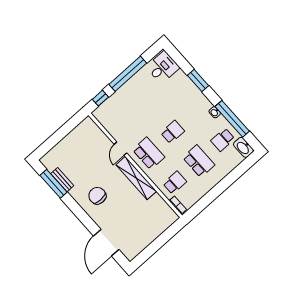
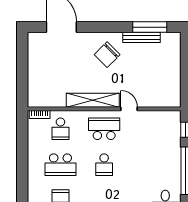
school desk: (149, 153) -> (104, 129), turned 180
bench: (62, 180) -> (142, 37), width x1.36
chair: (97, 196) -> (107, 55), turned 135

